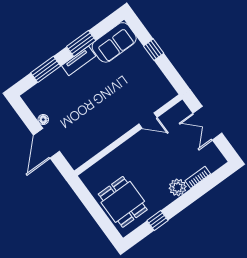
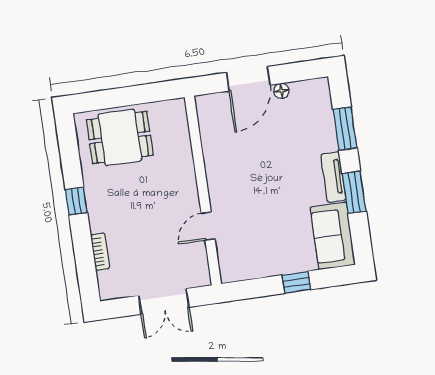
double door: (207, 123) -> (164, 301), swing flipped
door: (47, 143) -> (248, 79), swing flipped
plant: (178, 187) -> (101, 219), removed
window: (158, 220) -> (76, 201), moved

